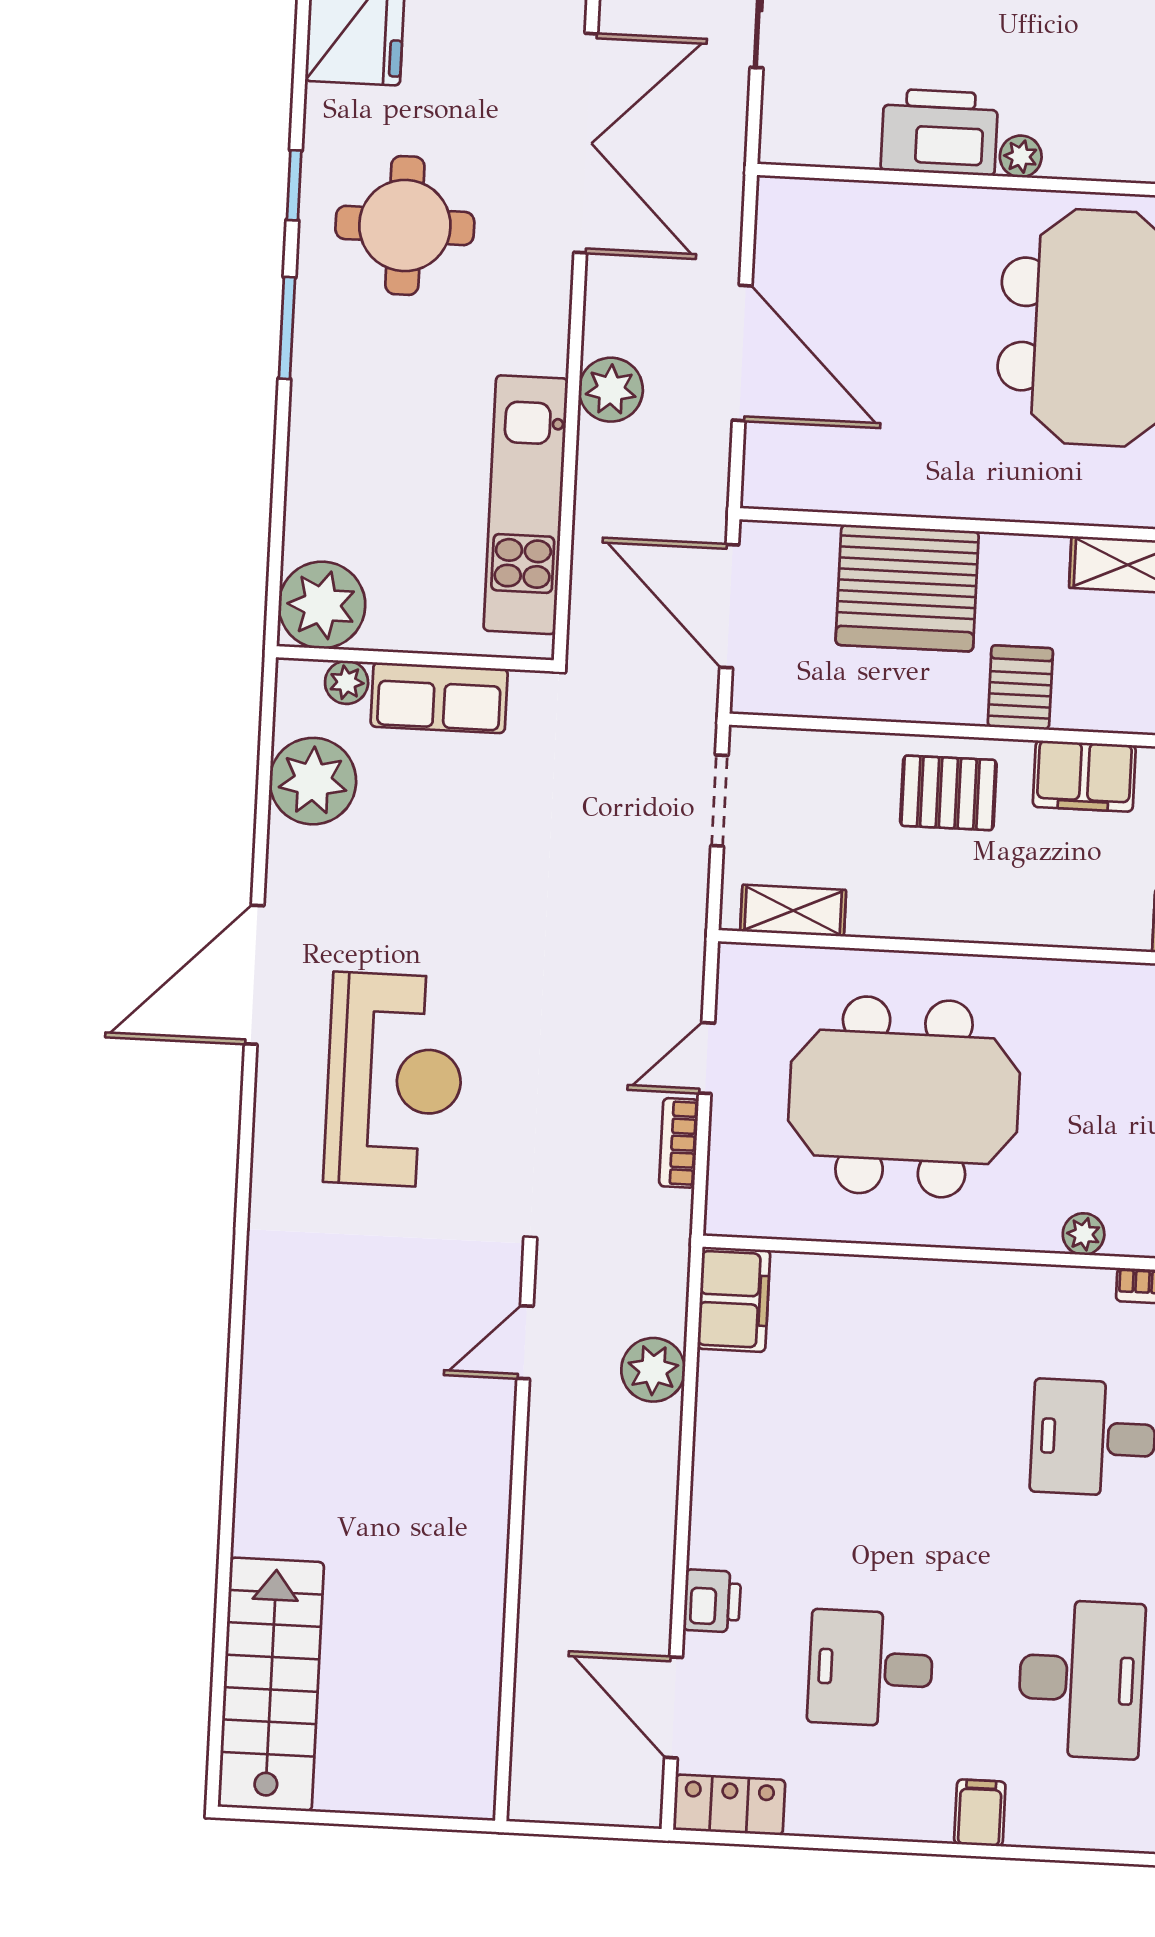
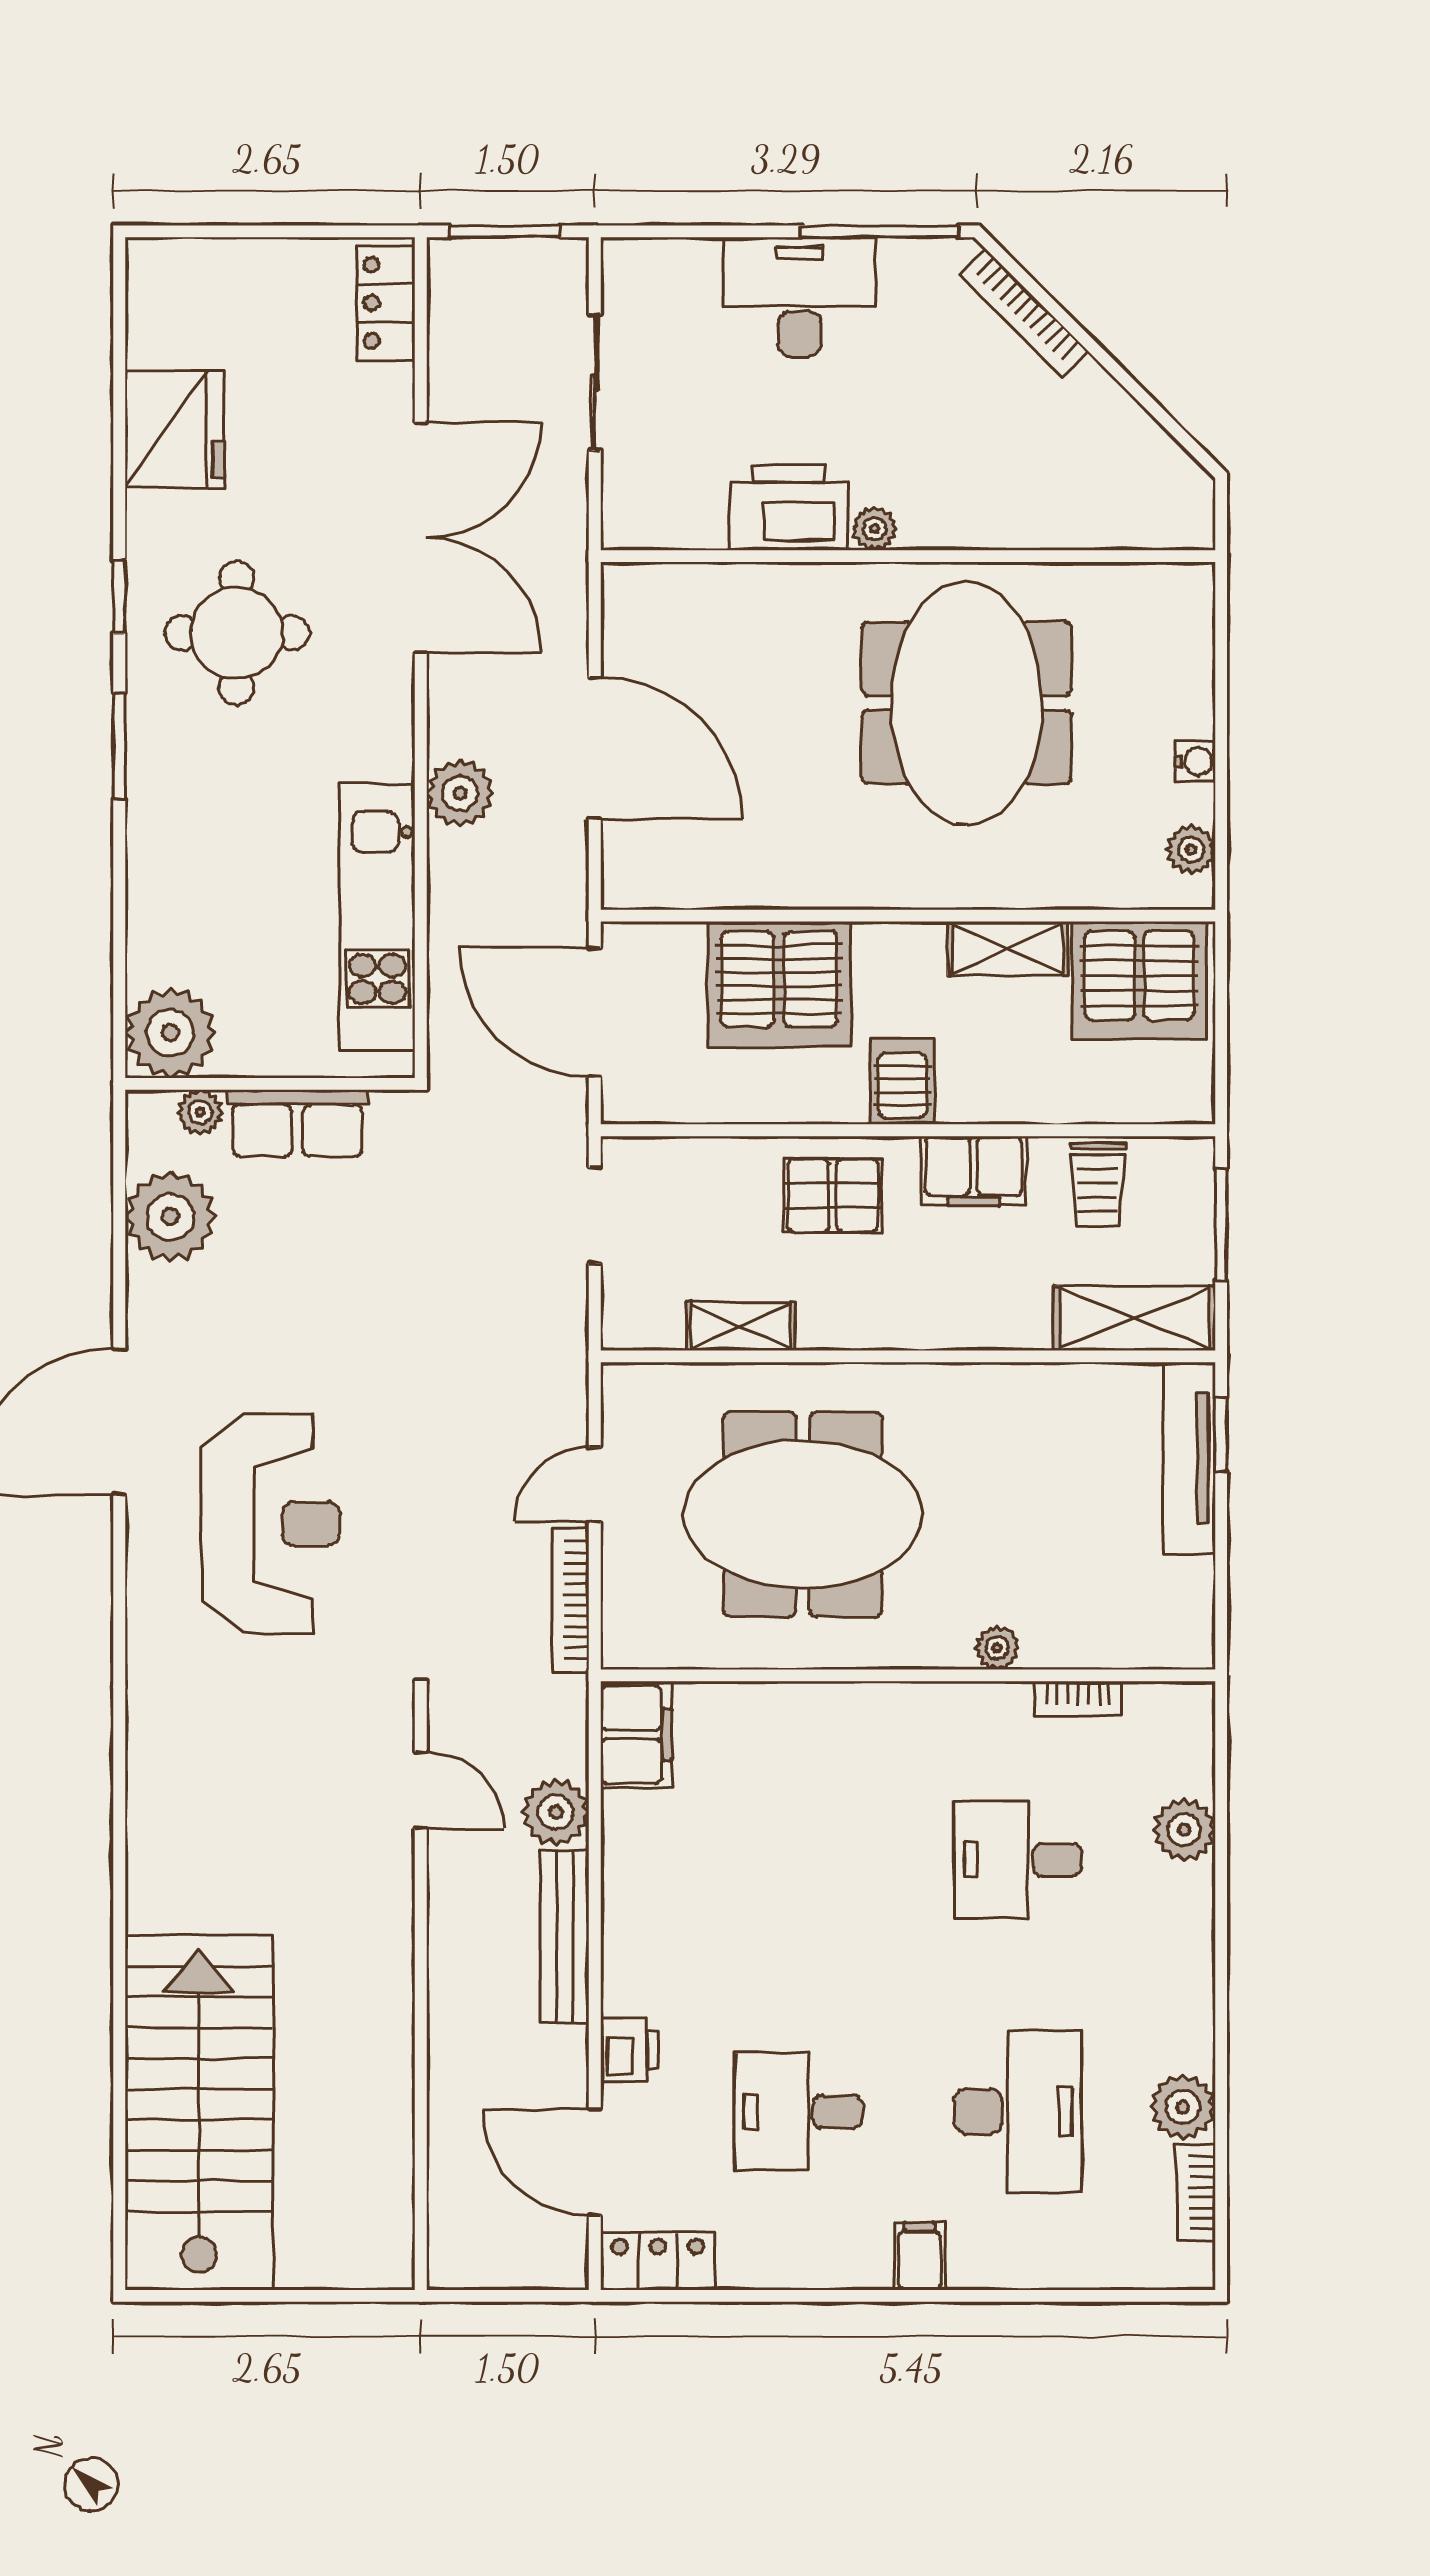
shelving: (793, 911) -> (741, 1326), moved
bookcase: (679, 1143) -> (570, 1600), width x1.56
door: (525, 1342) -> (421, 1790), swing flipped
bench: (656, 1489) -> (565, 1936), added
stairs: (271, 1684) -> (199, 2113), width x1.36, depth x1.51

